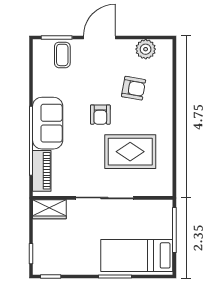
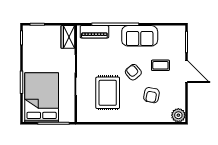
plant: (146, 49) -> (178, 115), moved
coffee table: (62, 55) -> (160, 65), moved
armchair: (100, 115) -> (133, 72), turned 50
sofa: (48, 123) -> (140, 36), moved
bed: (137, 255) -> (42, 97), width x1.50

